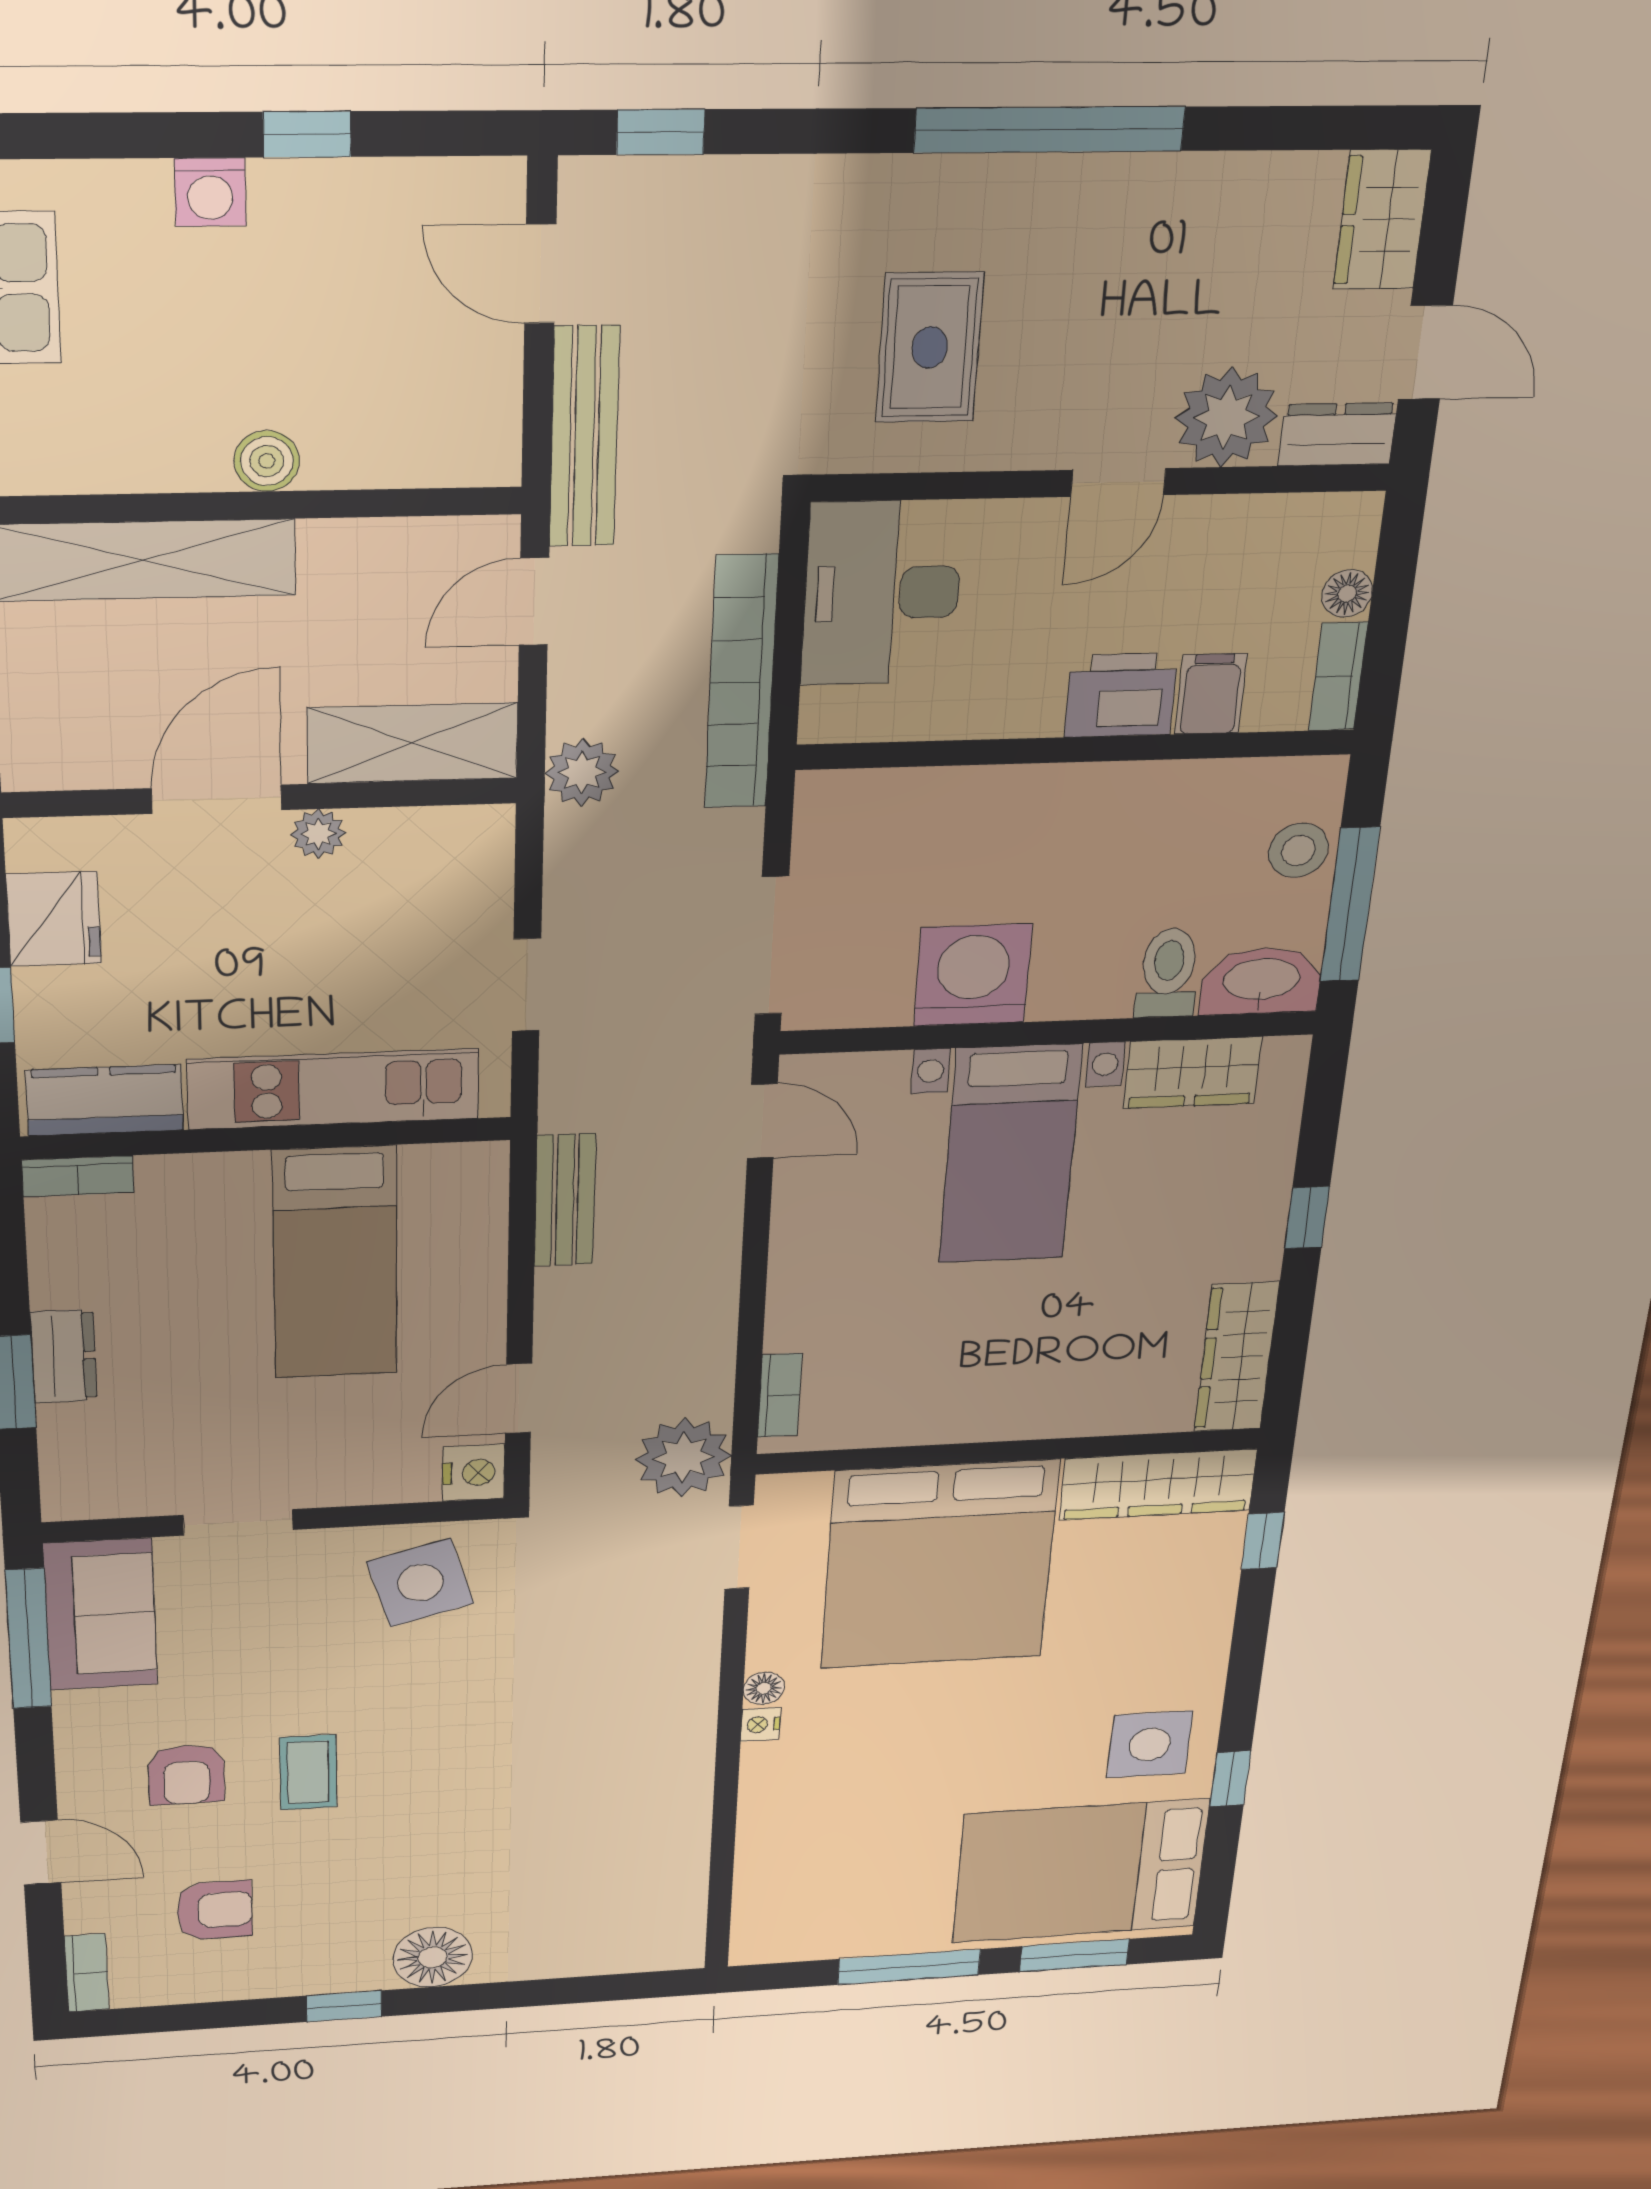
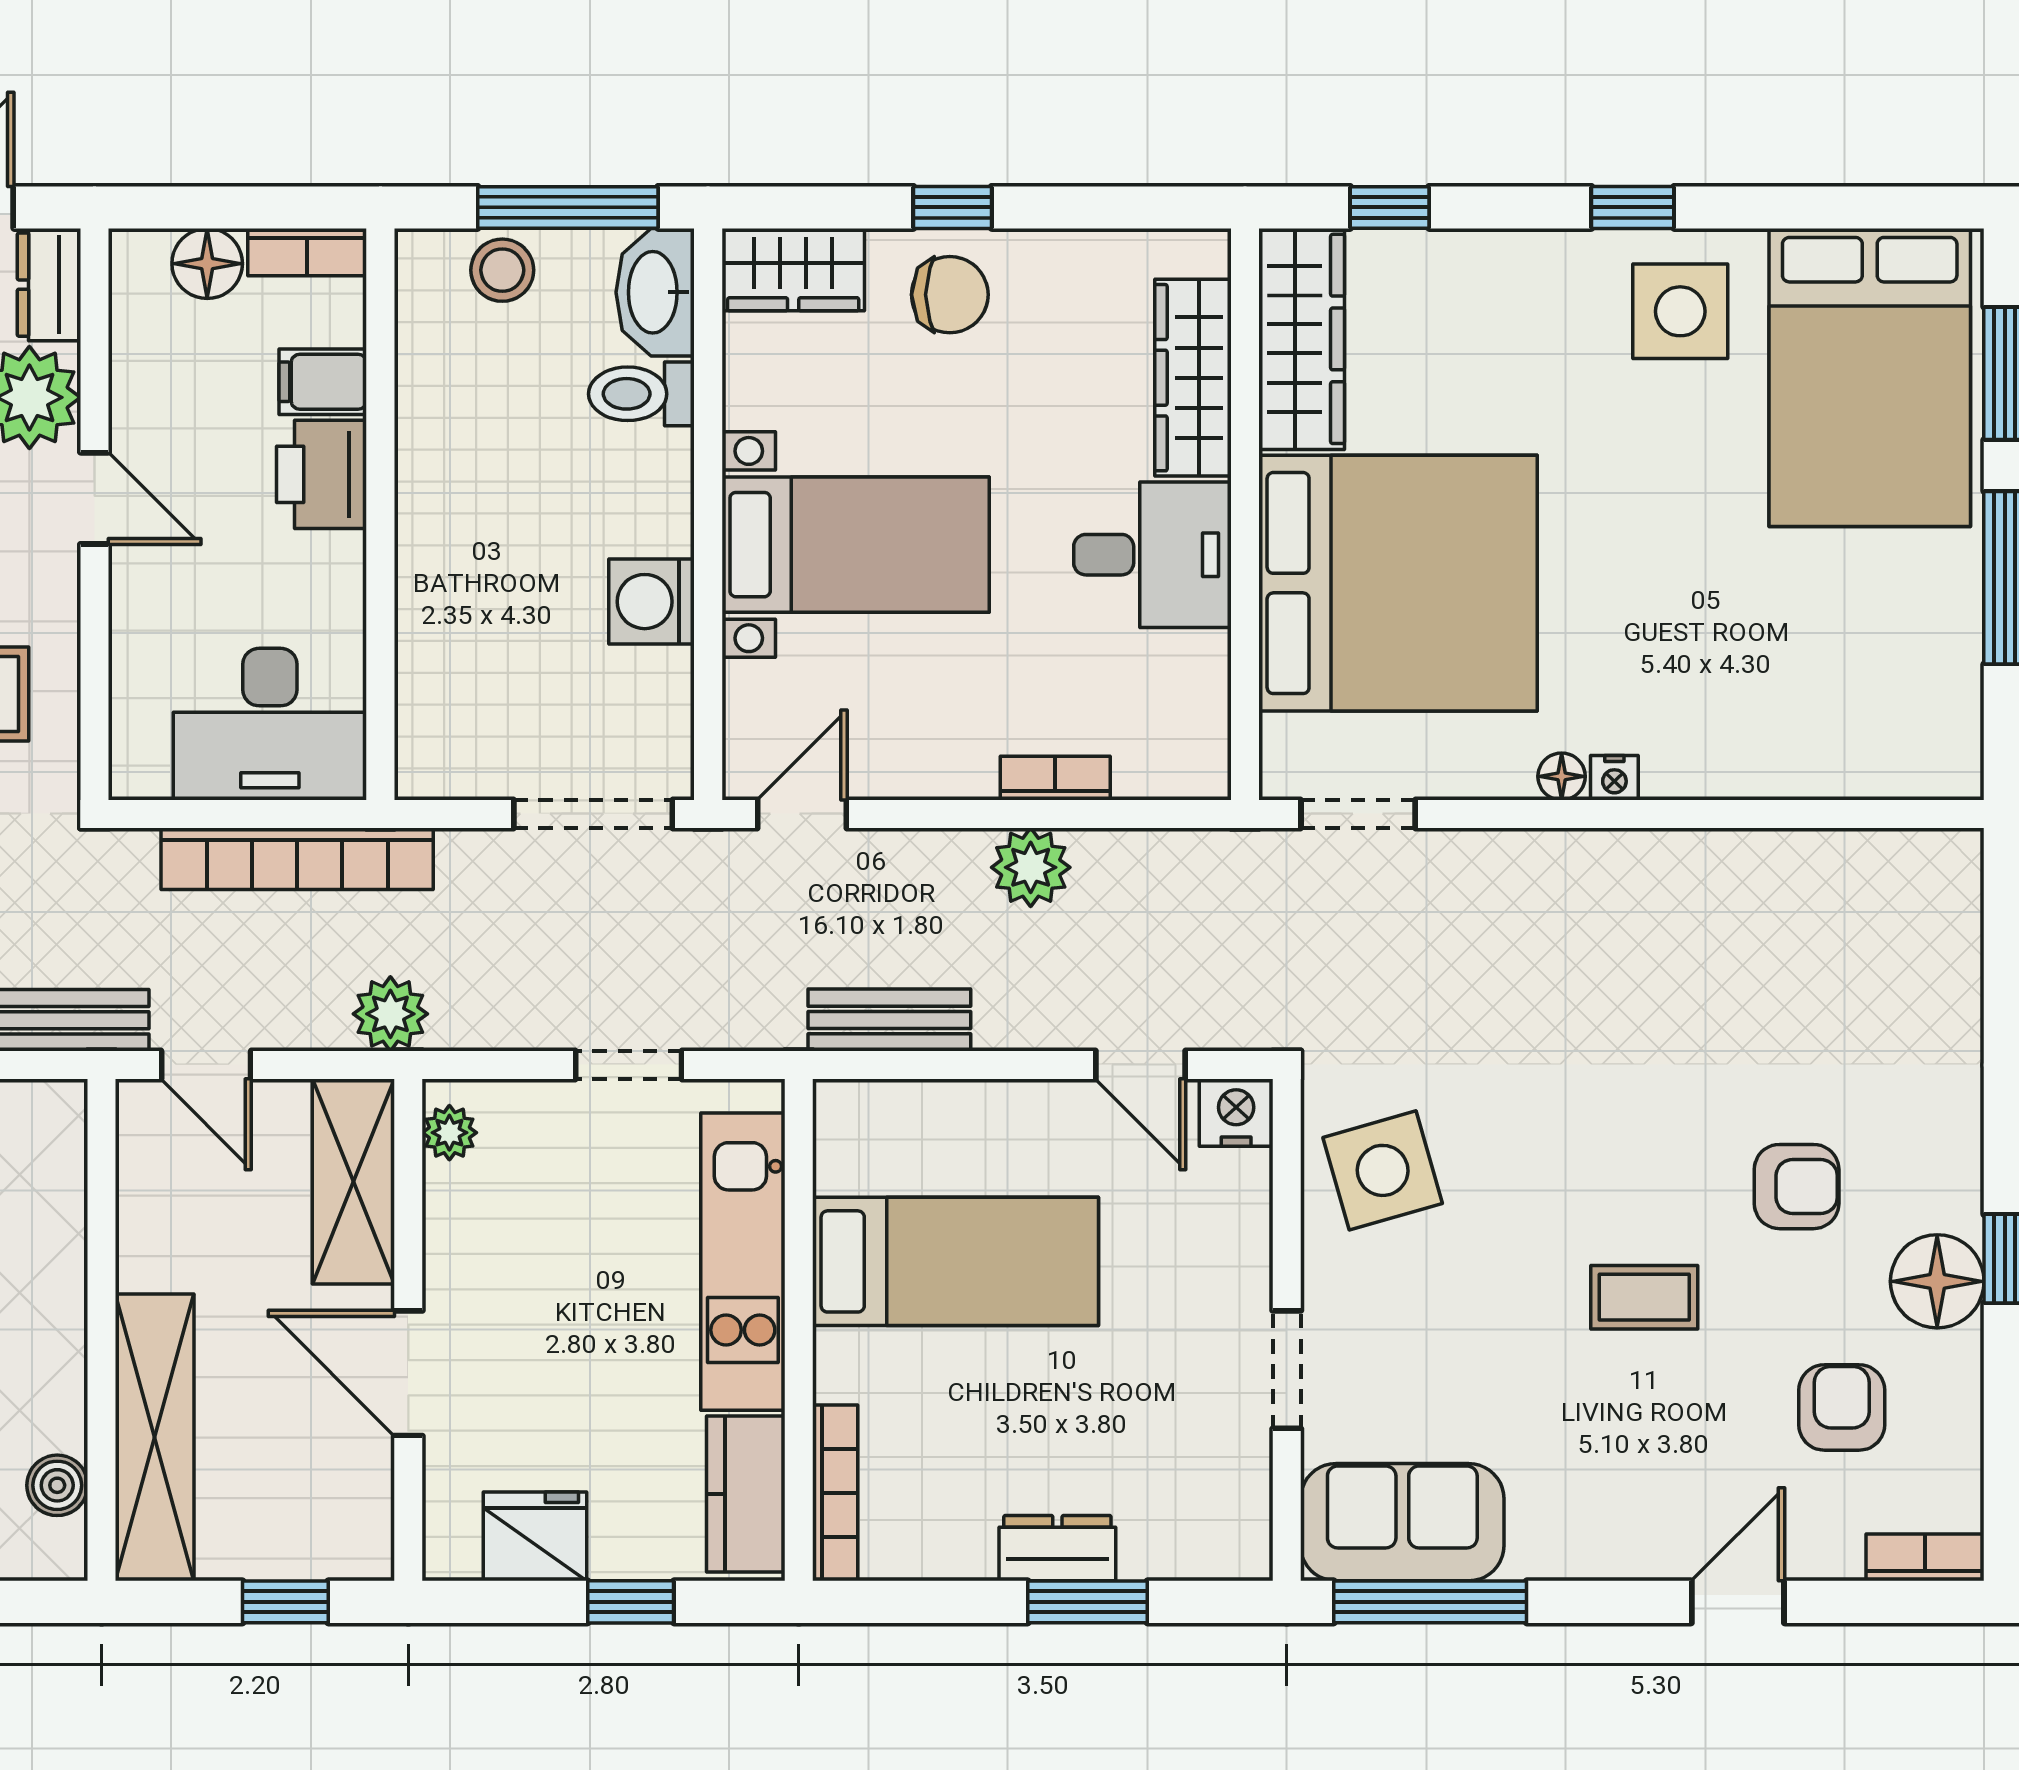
boiler: (267, 461) -> (57, 1485), moved
desk: (882, 593) -> (270, 724), moved
floor lamp: (1347, 593) -> (207, 264), width x1.37, depth x1.37
plant: (318, 834) -> (449, 1133), moved
washing machine: (973, 975) -> (652, 602), width x0.73, depth x0.73
wardrobe: (1192, 1073) -> (793, 270), moved, turned 90
bookcase: (78, 1176) -> (835, 1493), width x1.56
chair: (1229, 1219) -> (950, 295), added
wardrobe: (1237, 1357) -> (1193, 378), moved, turned 90
desk: (980, 1385) -> (1152, 555), added
bookcase: (780, 1395) -> (1055, 778), moved
plant: (683, 1458) -> (1031, 867), moved, width x0.73, depth x0.73
armchair: (186, 1775) -> (1797, 1187), moved
window: (1230, 1779) -> (1633, 207), moved
floor lamp: (433, 1957) -> (1937, 1281), moved

